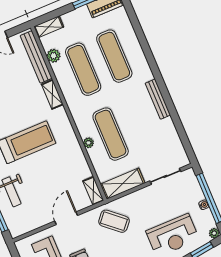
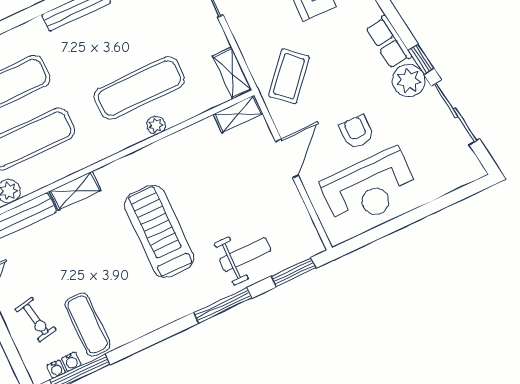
shelving: (123, 184) -> (232, 73), width x0.67, depth x0.75
door: (66, 218) -> (287, 159), swing flipped

